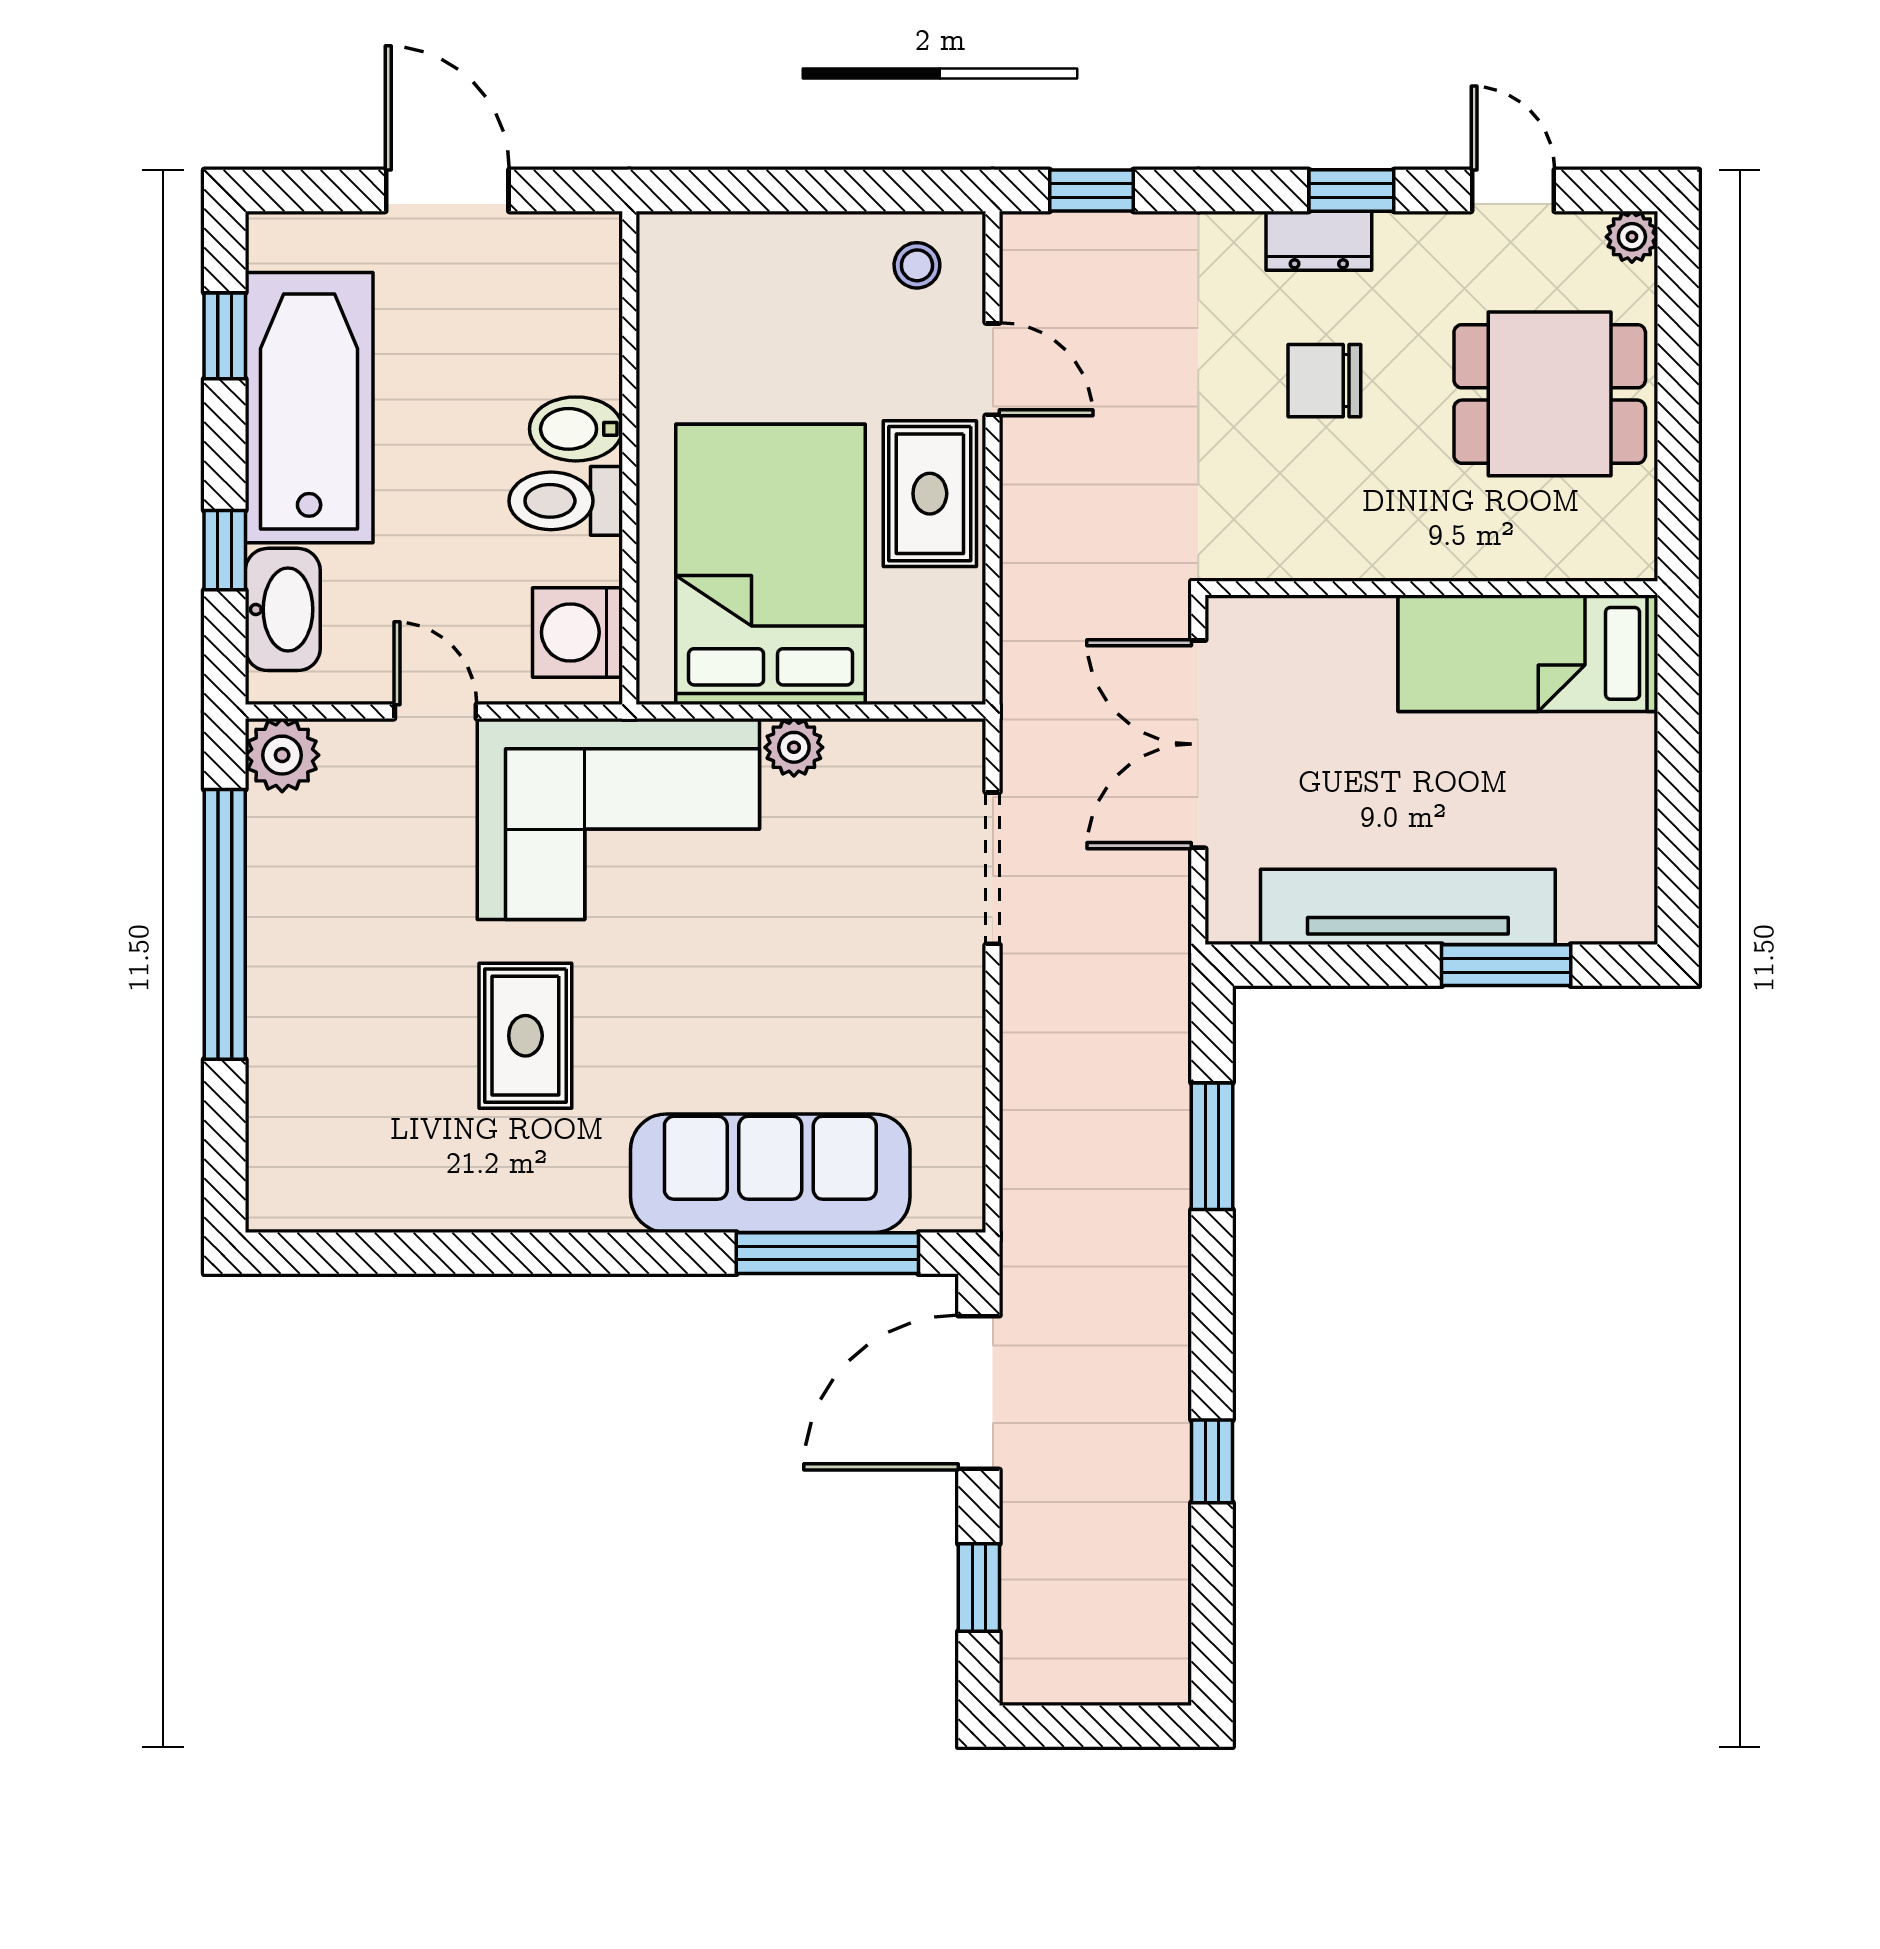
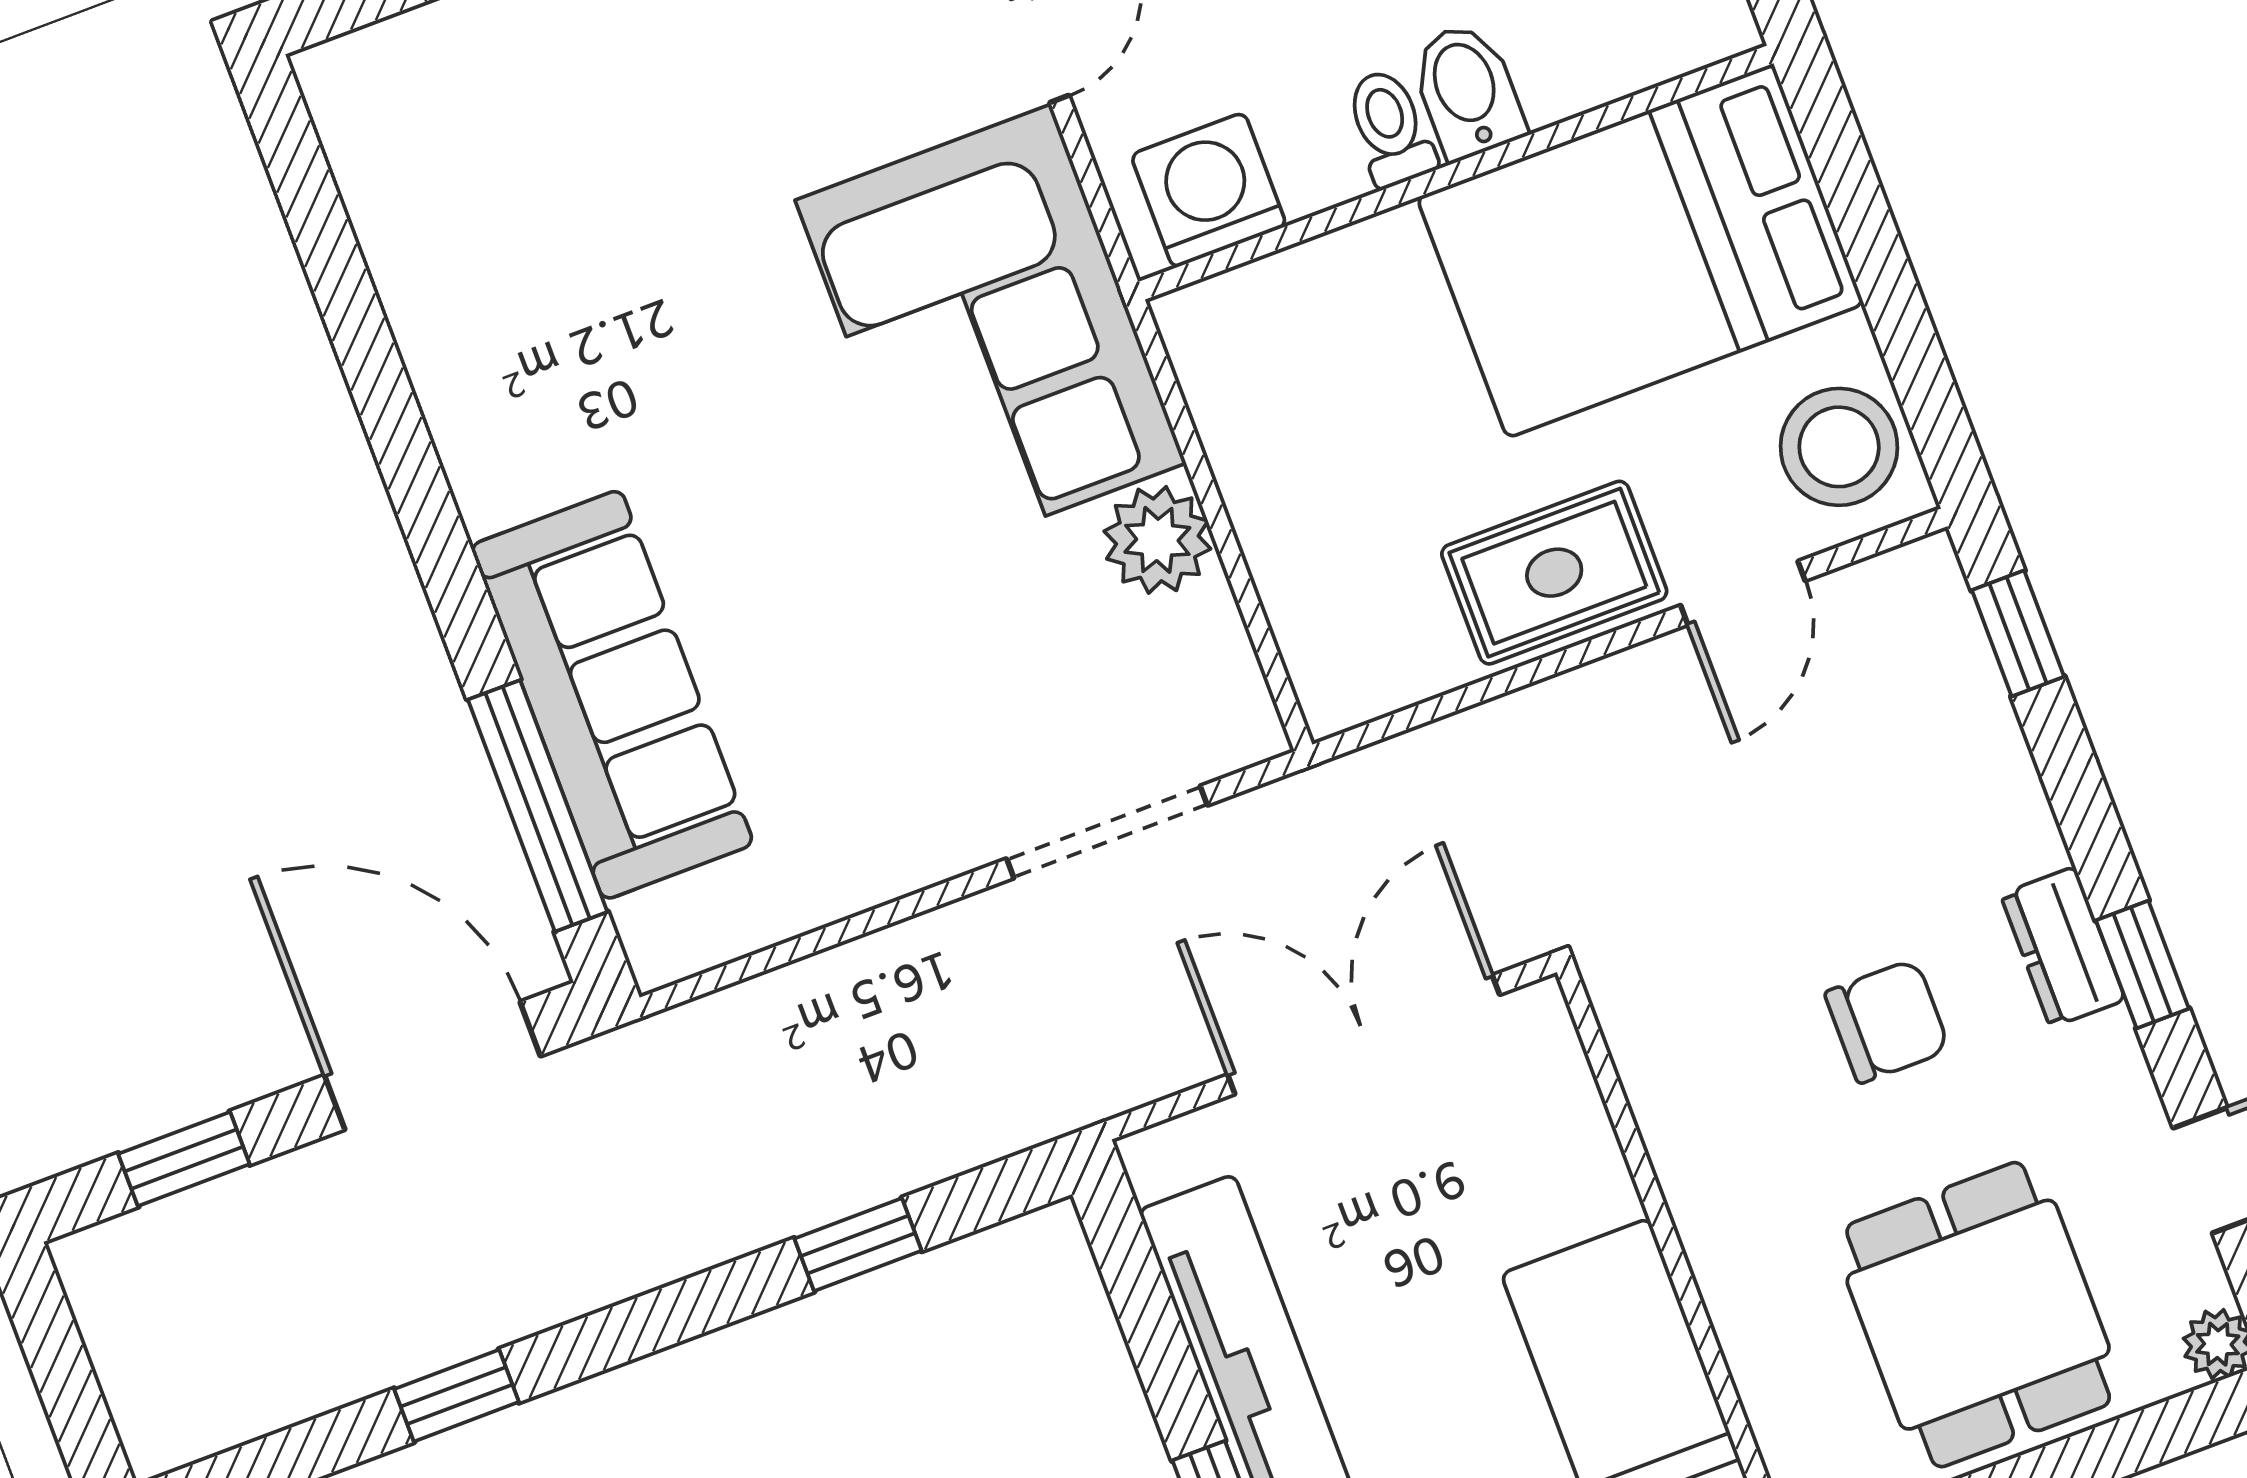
stool: (917, 265) -> (1839, 447), width x1.89, depth x1.89
chair: (1324, 381) -> (1887, 1021), turned 90
toilet: (566, 501) -> (1390, 128), width x0.73, depth x0.72
bed: (771, 564) -> (1640, 251), moved, turned 180
plant: (794, 747) -> (1157, 540), width x1.38, depth x1.38
rug: (525, 1036) -> (670, 317), removed
window: (1212, 1146) -> (858, 1245), width x0.67

